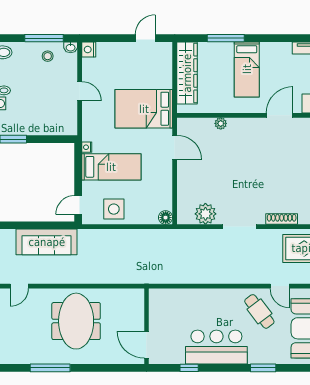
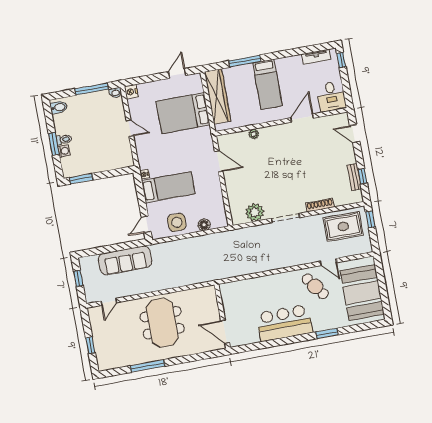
stool: (48, 56) -> (98, 104), removed
bed: (144, 109) -> (183, 113), moved
floor lamp: (166, 218) -> (204, 225), moved
window: (189, 368) -> (265, 345), removed

